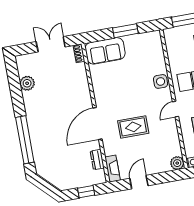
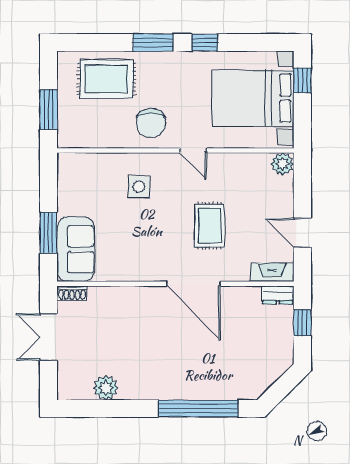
window: (125, 31) -> (49, 233), moved
side table: (161, 81) -> (139, 187), moved
dresser: (97, 160) -> (278, 295), moved

